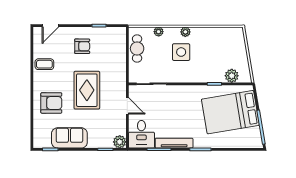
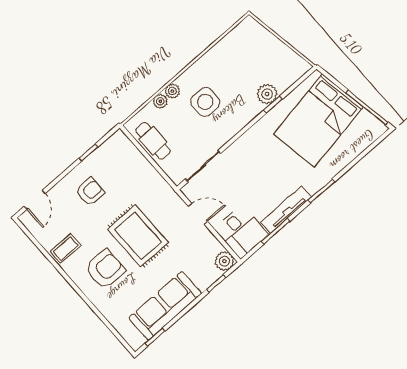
plant: (185, 32) -> (172, 91), moved
plant: (232, 76) -> (267, 94), moved
armchair: (51, 103) -> (105, 269), moved
sofa: (69, 138) -> (165, 306), width x1.36

